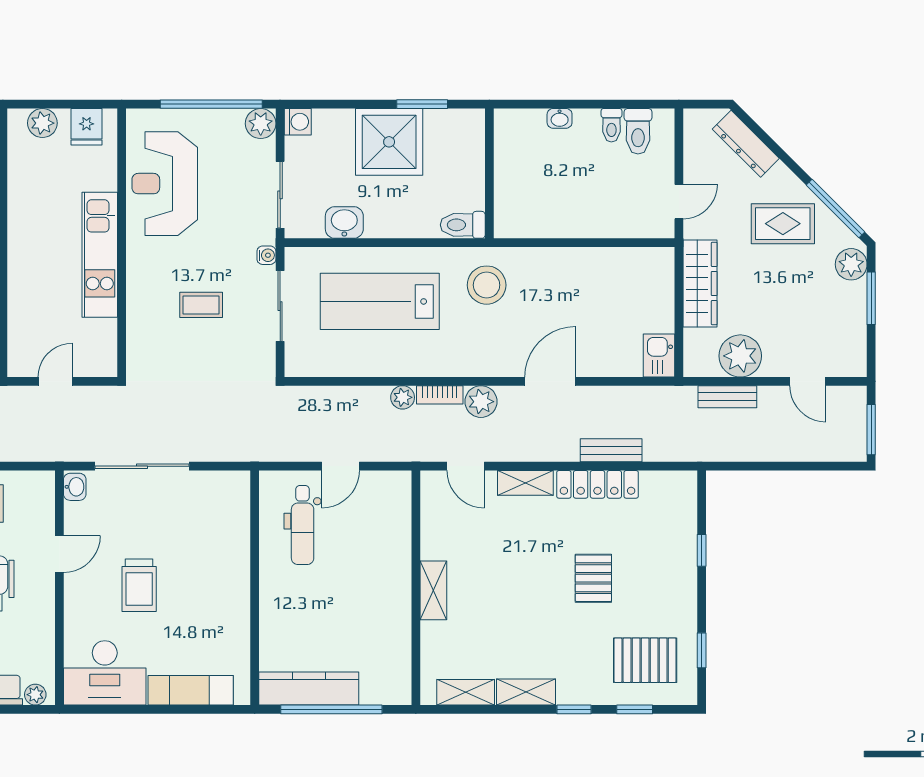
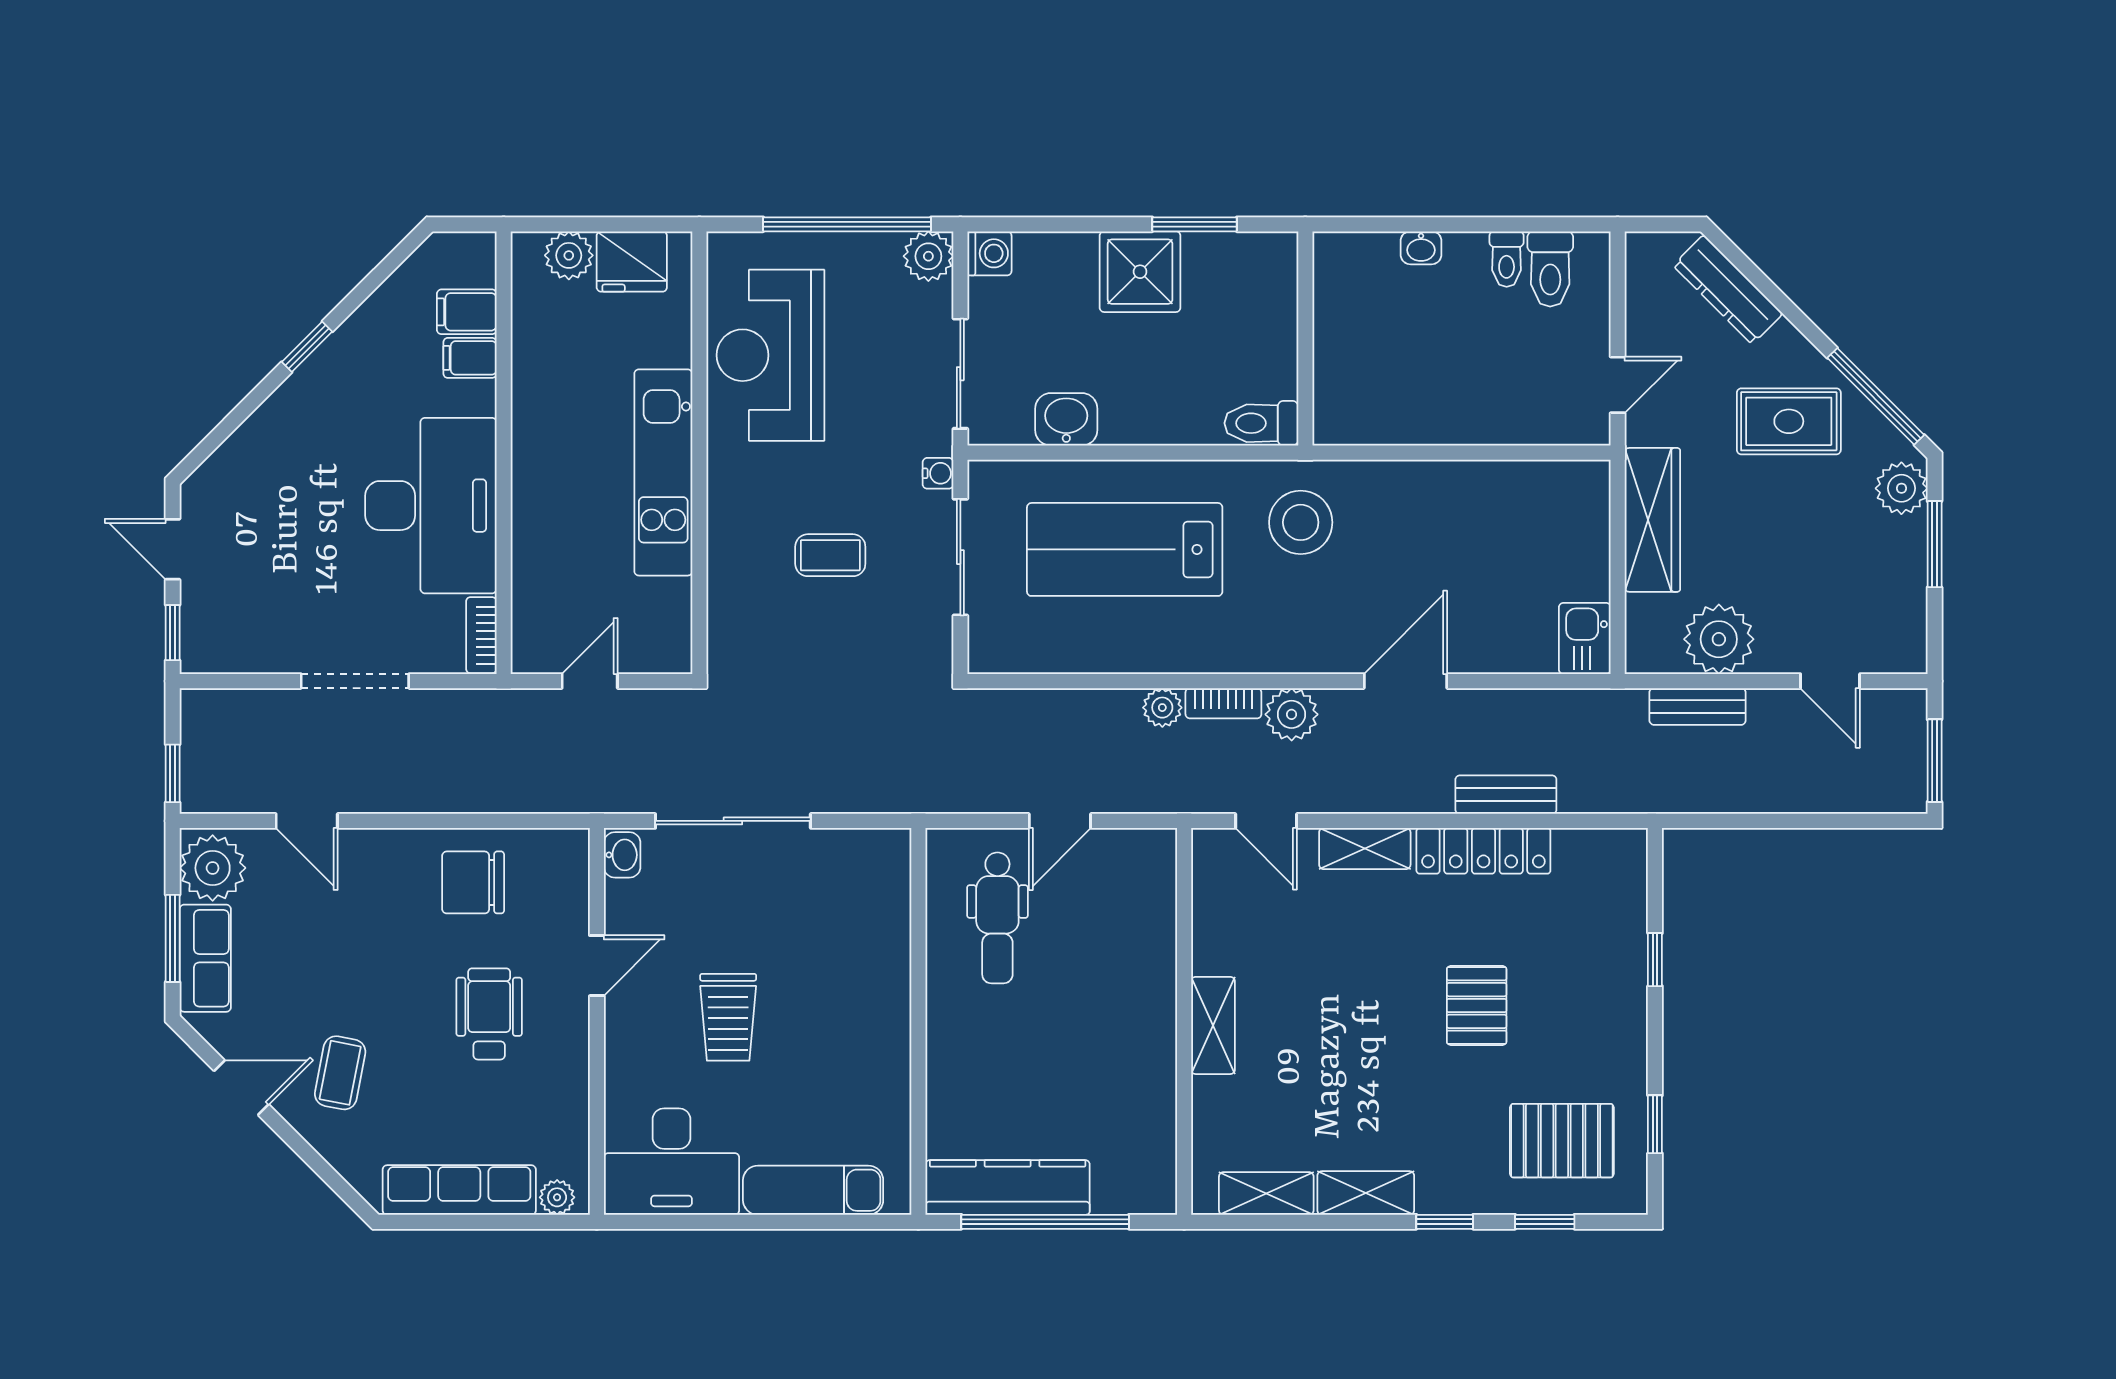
fridge: (87, 127) -> (632, 262), width x1.38
shower: (389, 142) -> (1140, 272), width x0.73, depth x0.73

